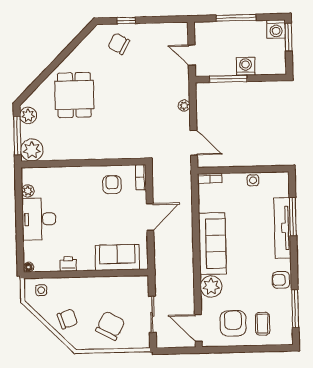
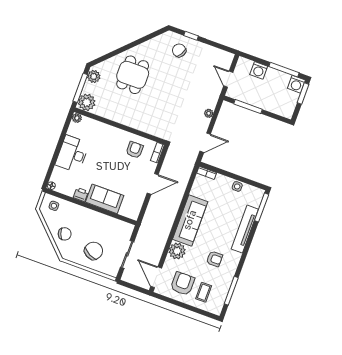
window: (236, 18) -> (284, 70), moved
washing machine: (246, 66) -> (259, 70), moved, turned 180
door: (194, 143) -> (205, 143), hinge flipped
plant: (28, 191) -> (77, 118), moved
window: (293, 217) -> (262, 208), moved
sofa: (117, 257) -> (105, 199), moved
armchair: (281, 280) -> (214, 259), moved, turned 180

